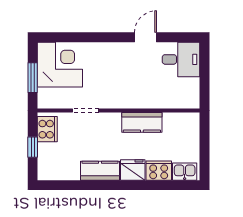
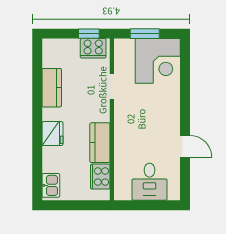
desk: (181, 59) -> (149, 182), moved
window: (33, 147) -> (89, 34), moved
kitchen counter: (100, 171) -> (52, 88), moved
cooker: (159, 171) -> (100, 177), moved, turned 180

